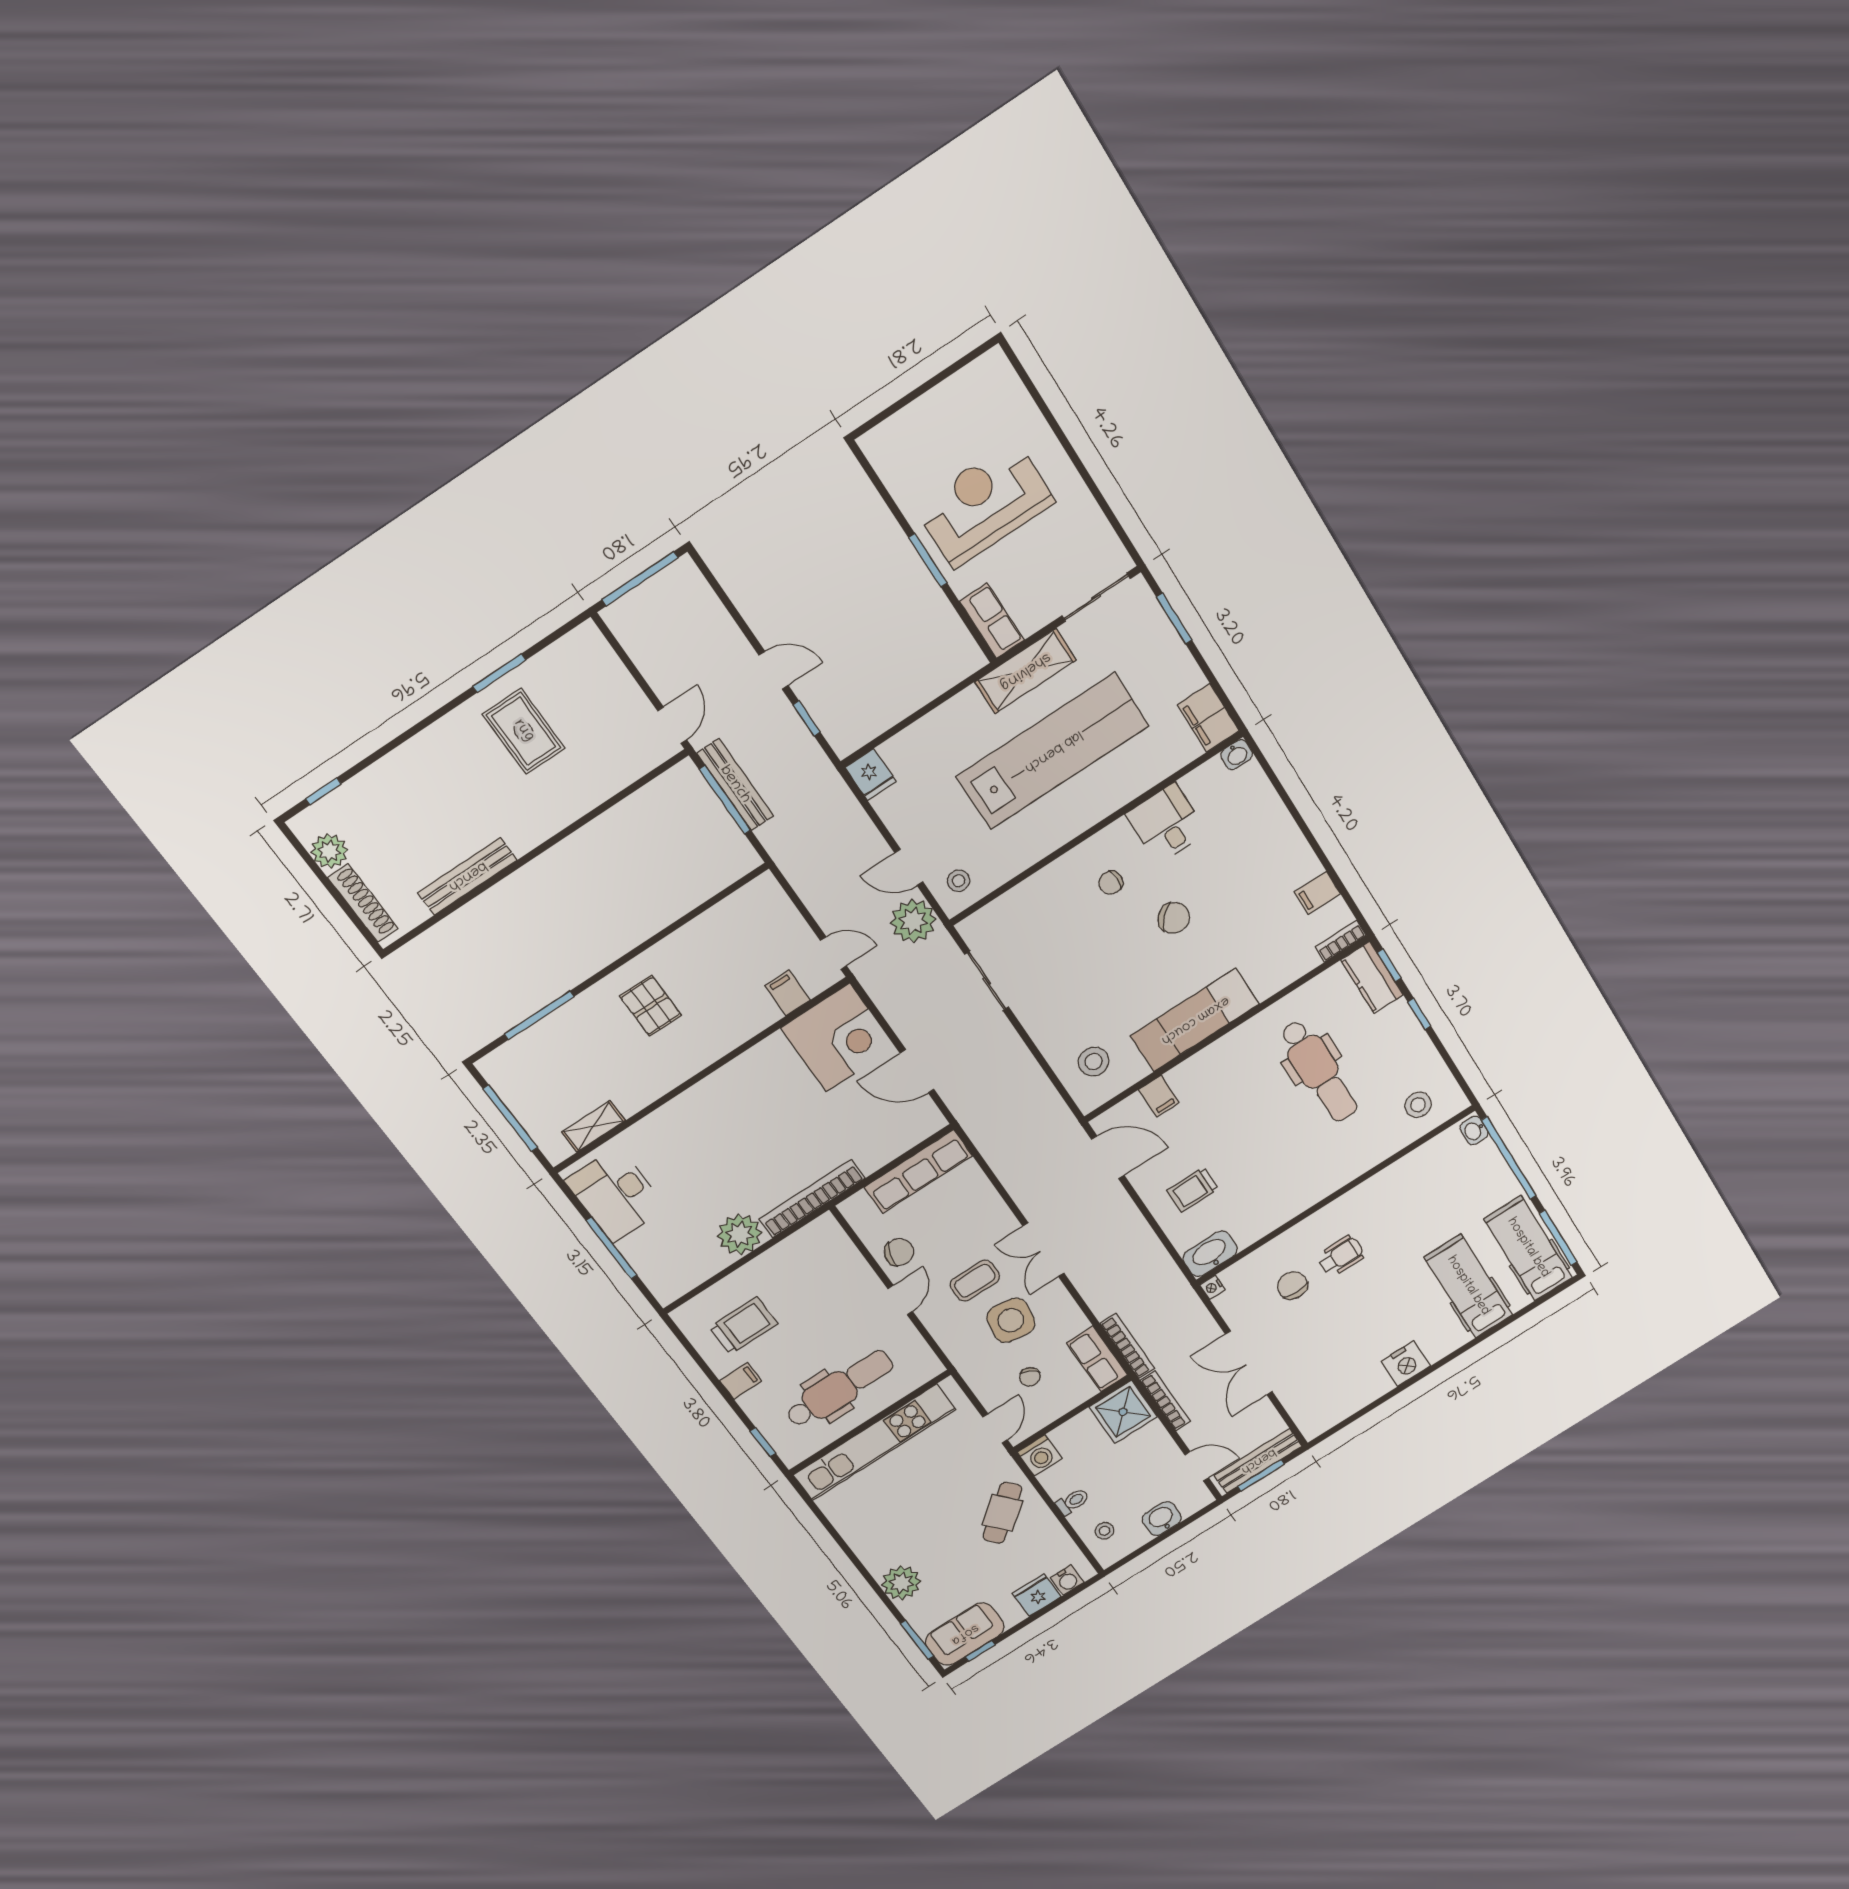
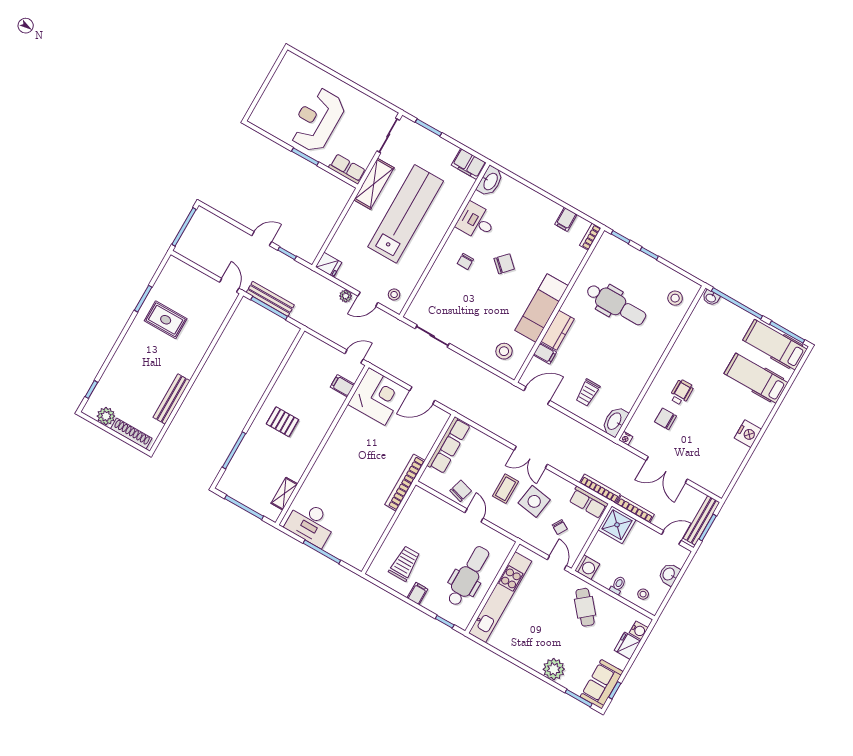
washbasin: (1237, 755) -> (490, 181), width x1.91, depth x1.45
plant: (913, 921) -> (346, 296), moved, width x0.53, depth x0.53
kitchen counter: (1372, 977) -> (558, 330), moved, turned -90
plant: (740, 1234) -> (379, 517), removed

